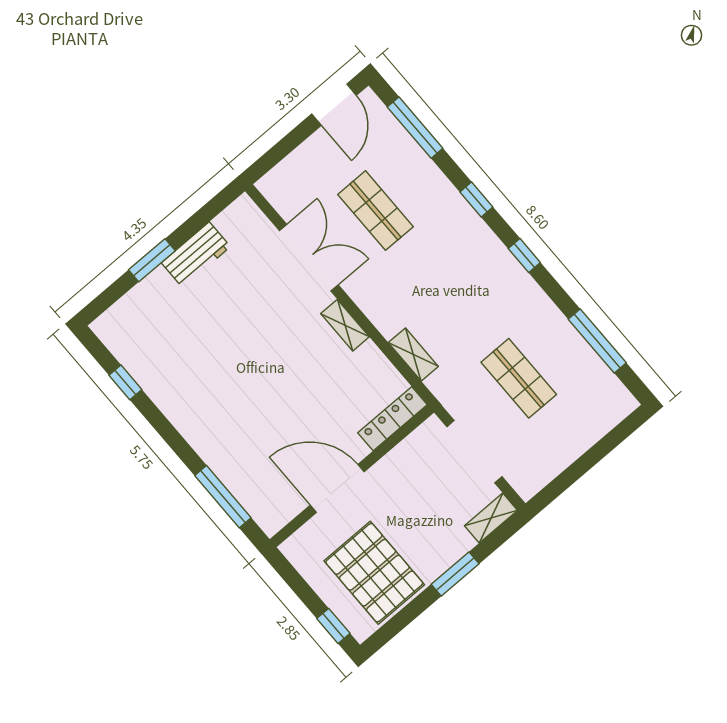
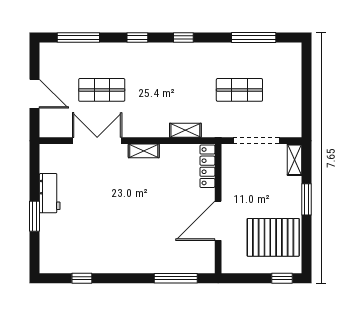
door: (334, 105) -> (35, 94), moved

